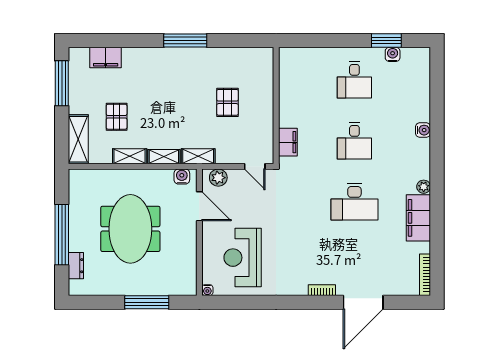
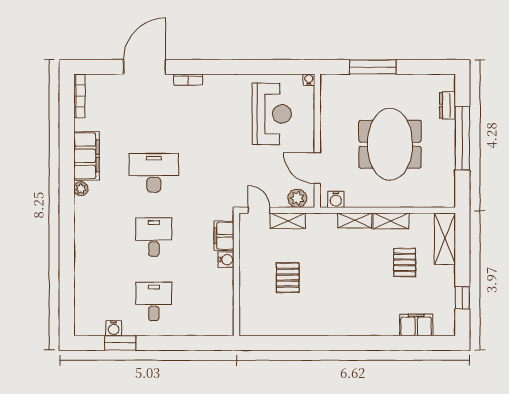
window: (185, 40) -> (332, 343), removed
window: (62, 83) -> (462, 298), width x0.46
water cooler: (423, 130) -> (226, 260), moved, turned 180
shelving: (198, 156) -> (288, 221), moved

